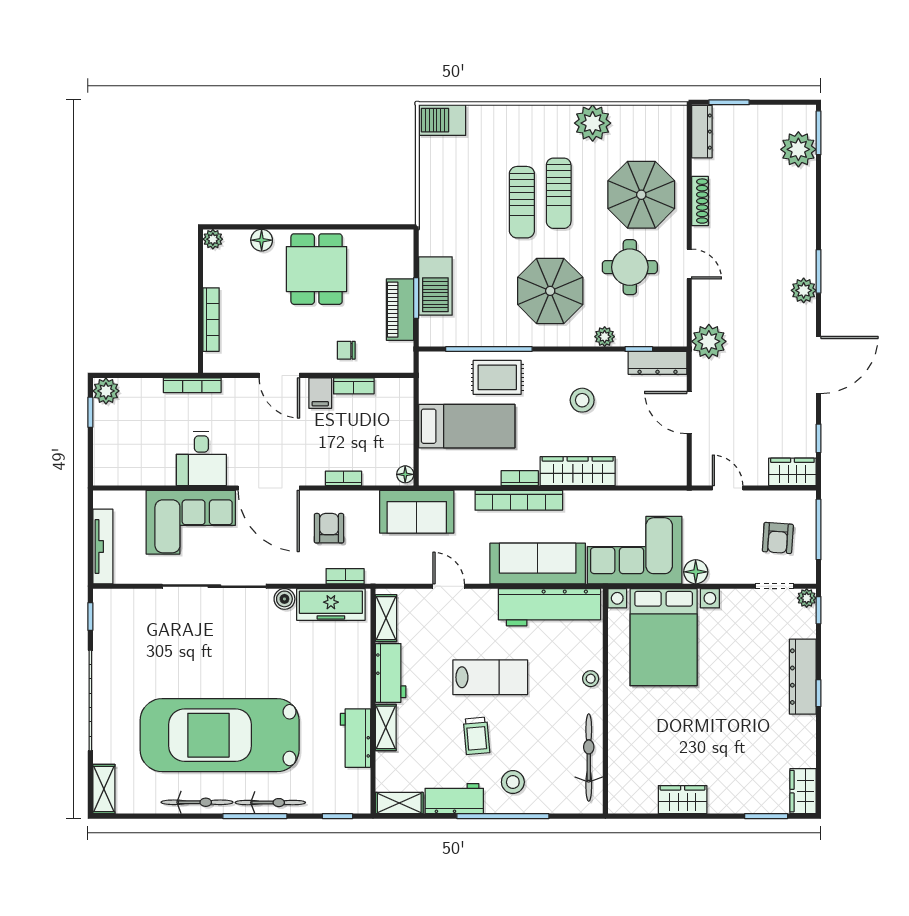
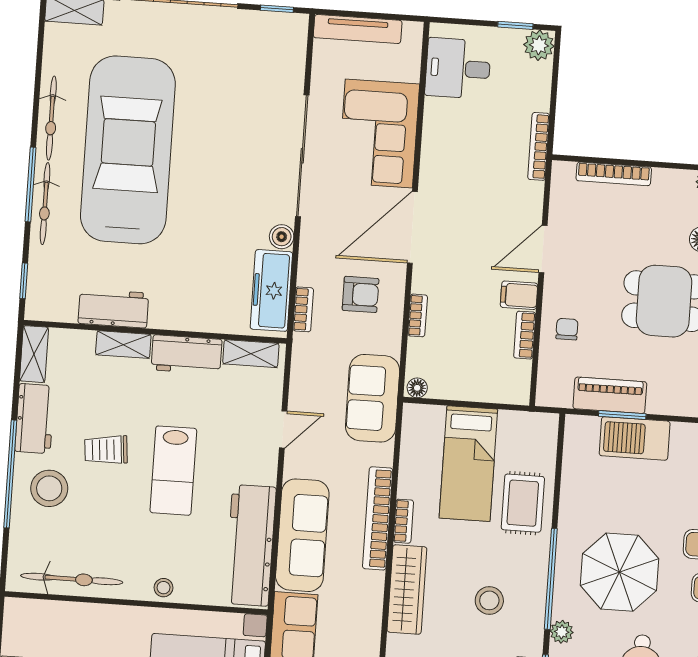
window: (489, 349) -> (551, 579), moved
desk: (201, 459) -> (458, 68), moved
stool: (513, 782) -> (49, 488), width x1.38, depth x1.38

